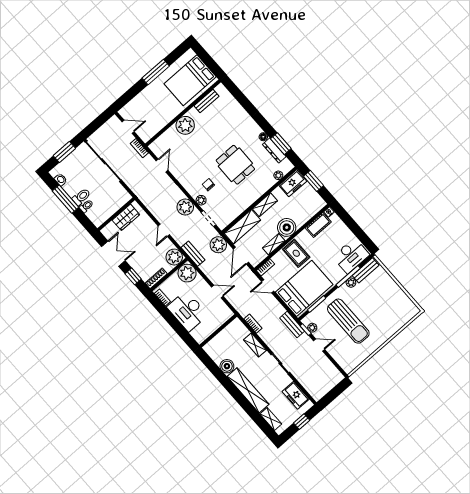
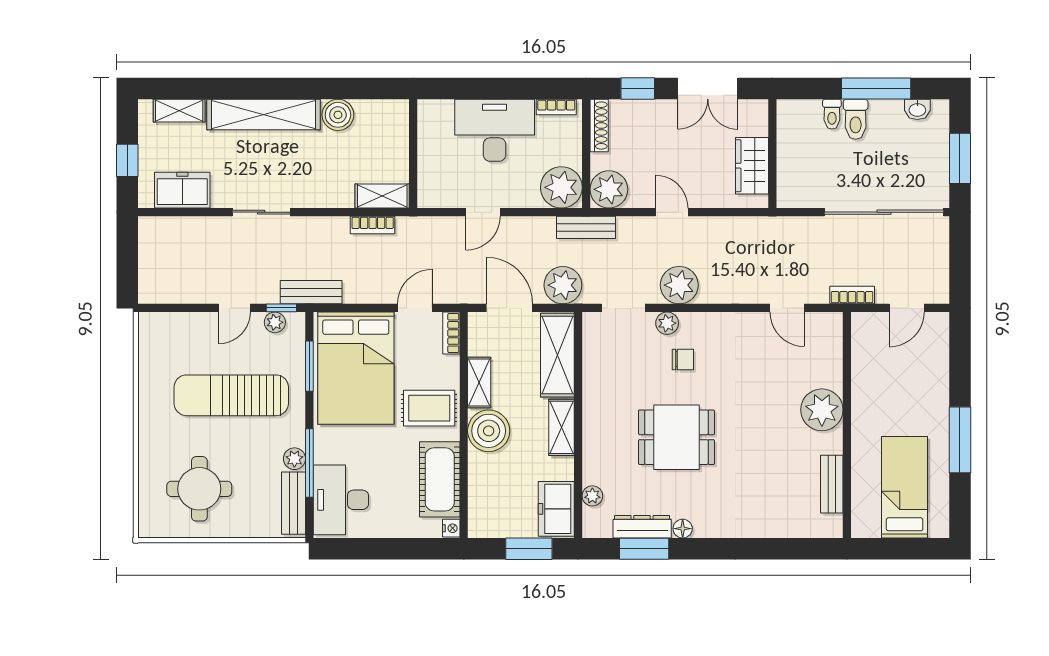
bed: (190, 80) -> (905, 487), width x0.67
cot: (318, 225) -> (440, 479), width x1.37, depth x1.34
round table: (388, 305) -> (199, 489), added
shelving: (255, 345) -> (382, 196), moved

